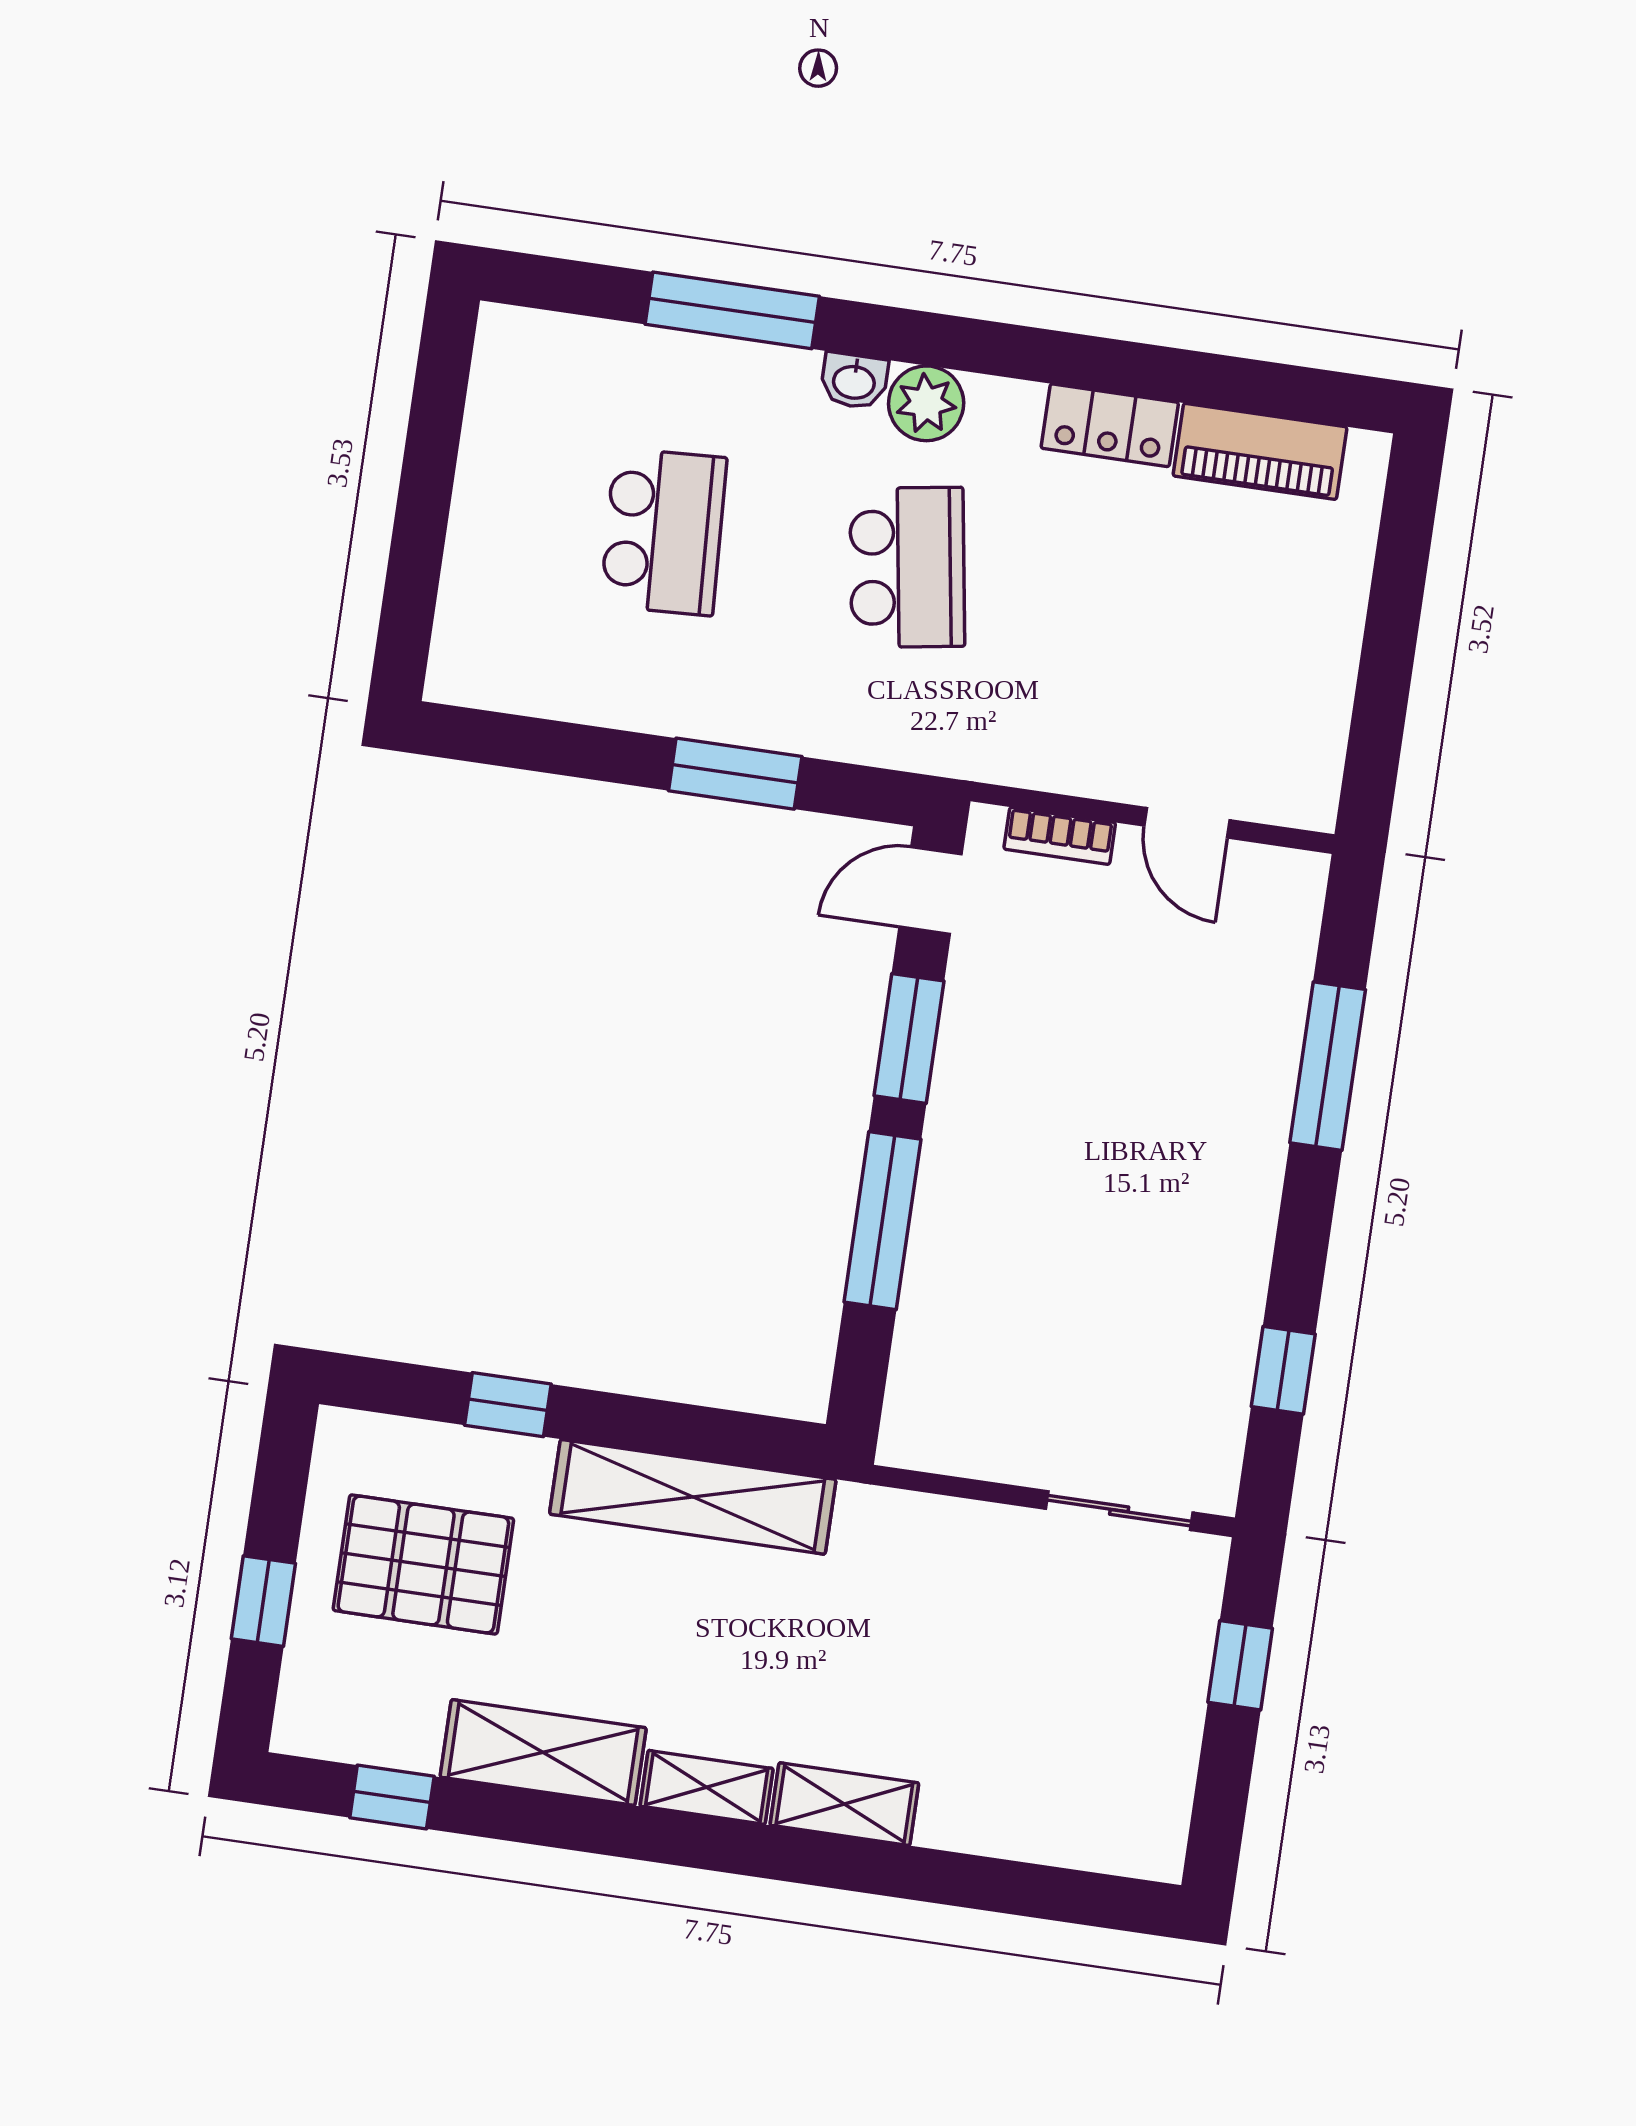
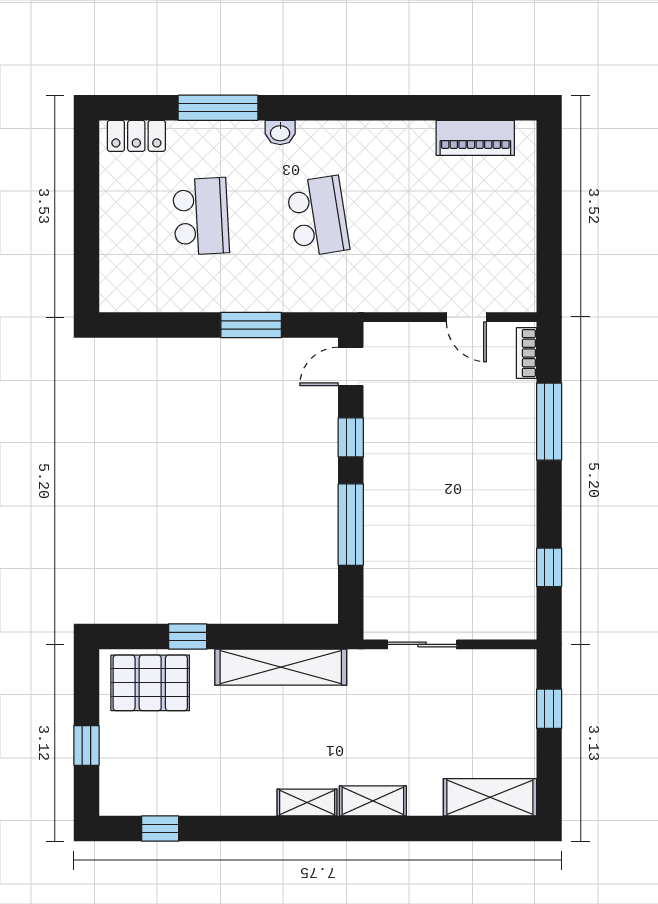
plant: (926, 403) -> (315, 138), removed
locker: (1110, 425) -> (136, 136), moved
bookcase: (1060, 836) -> (526, 353), moved, turned 90
window: (909, 1038) -> (351, 437), width x0.67
sliding door: (1119, 1511) -> (422, 644), moved
pallet: (423, 1564) -> (150, 683), moved
shelving: (543, 1752) -> (490, 797), moved

